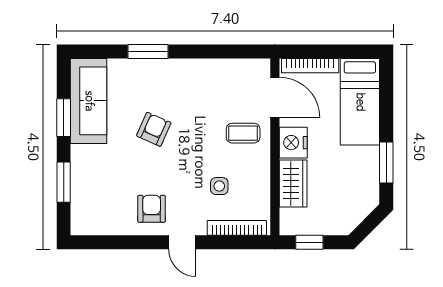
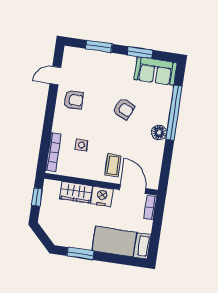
window: (148, 51) -> (174, 113), width x2.11
bookcase: (310, 66) -> (150, 208), width x0.64
floor lamp: (182, 70) -> (159, 132), added
door: (275, 97) -> (133, 189), swing flipped
sofa: (89, 101) -> (155, 71), width x0.73
door: (182, 242) -> (55, 76), moved

